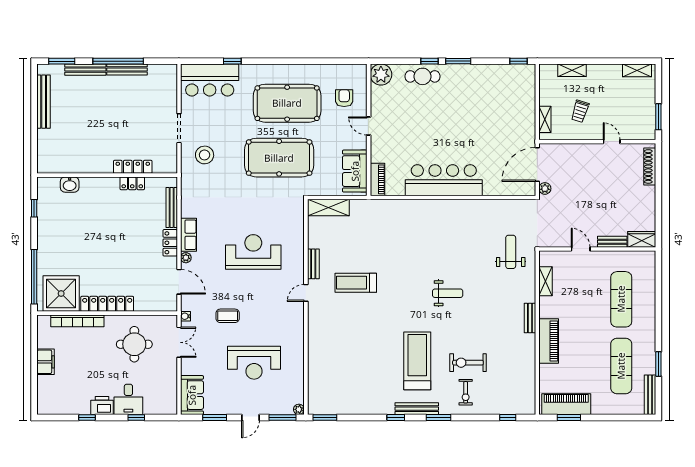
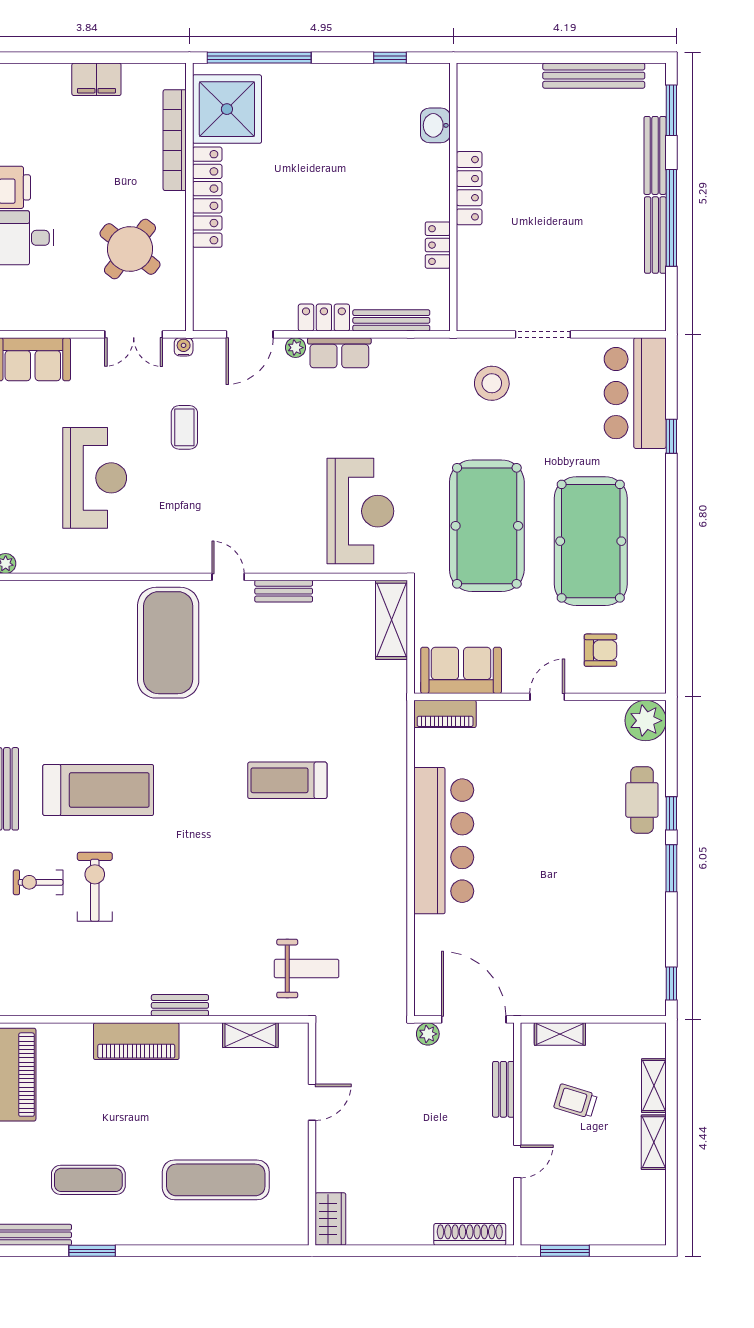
shelving: (637, 70) -> (654, 1142), moved
locker: (133, 167) -> (469, 188), moved
bench: (612, 242) -> (503, 1089), moved
reception desk: (253, 252) -> (360, 511), moved
treadmill: (356, 283) -> (287, 780), moved, turned -90
weight bench: (448, 293) -> (228, 848), removed
exercise mat: (340, 324) -> (168, 643), added
round table: (134, 344) -> (130, 249), turned 38
reception desk: (254, 363) -> (95, 478), turned 180
exercise mat: (621, 366) -> (88, 1180), width x0.73, depth x0.69

